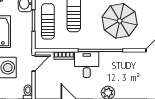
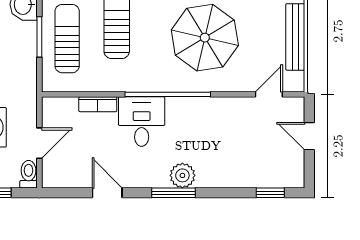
door: (33, 63) -> (39, 143), moved

